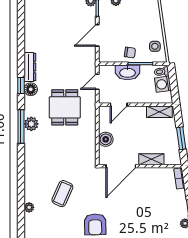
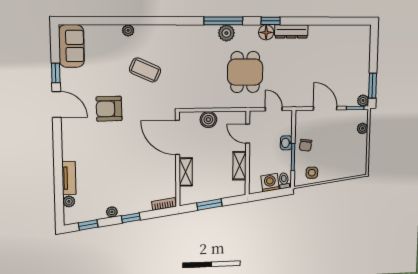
washbasin: (127, 72) -> (286, 143), width x0.52, depth x0.69
dining table: (65, 107) -> (245, 72), turned 90
shelving: (159, 112) -> (239, 166), moved

